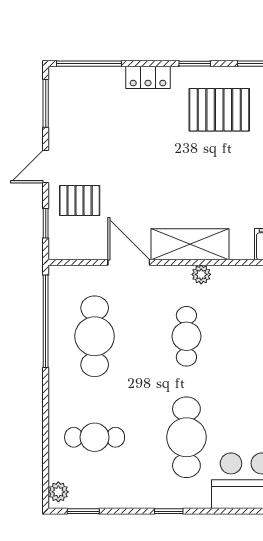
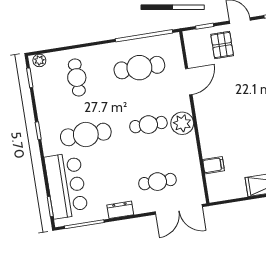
shelving: (190, 244) -> (206, 118), removed
plant: (201, 274) -> (182, 123), width x1.88, depth x1.88

